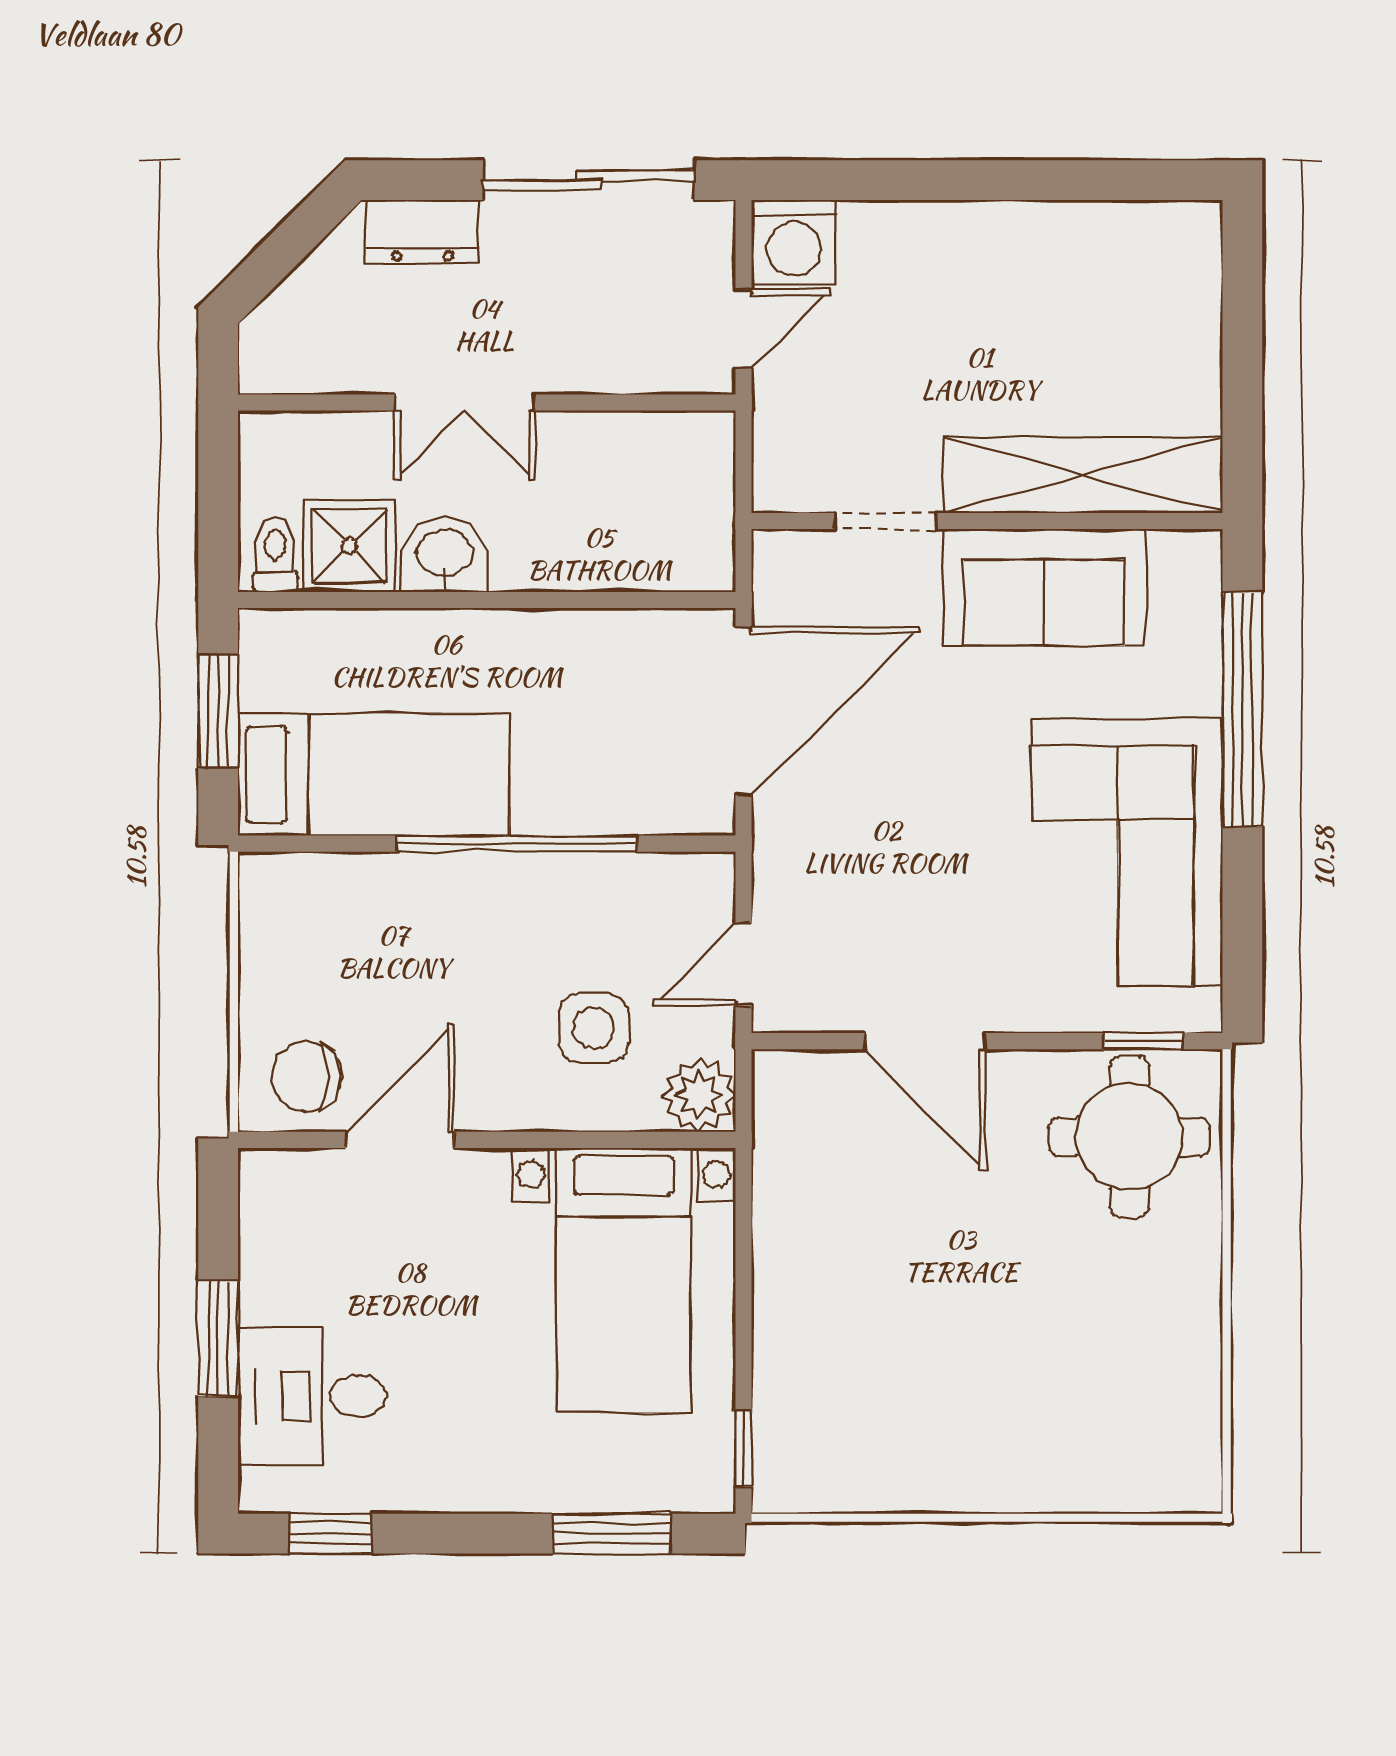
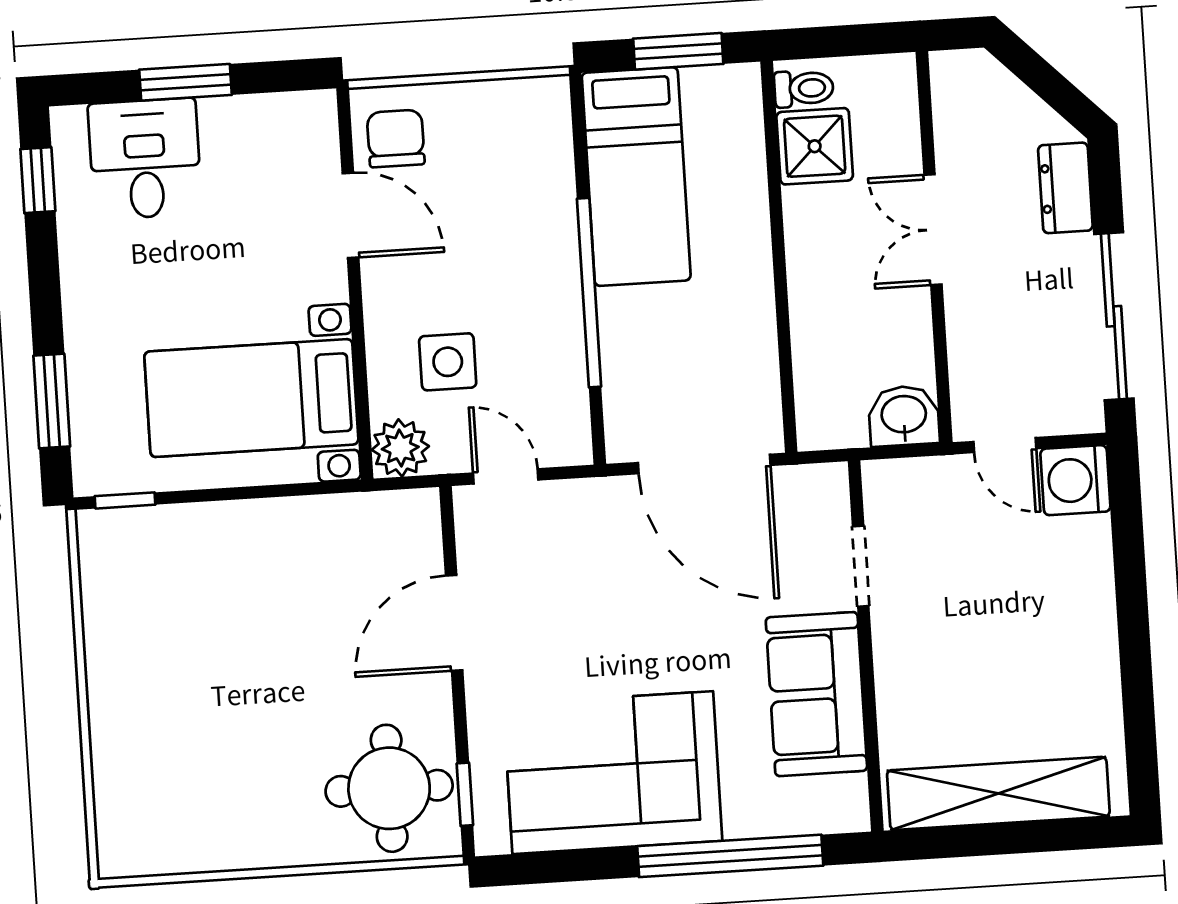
shelving: (1083, 475) -> (998, 793), moved, turned 90
washbasin: (445, 555) -> (904, 416), moved, turned -90

